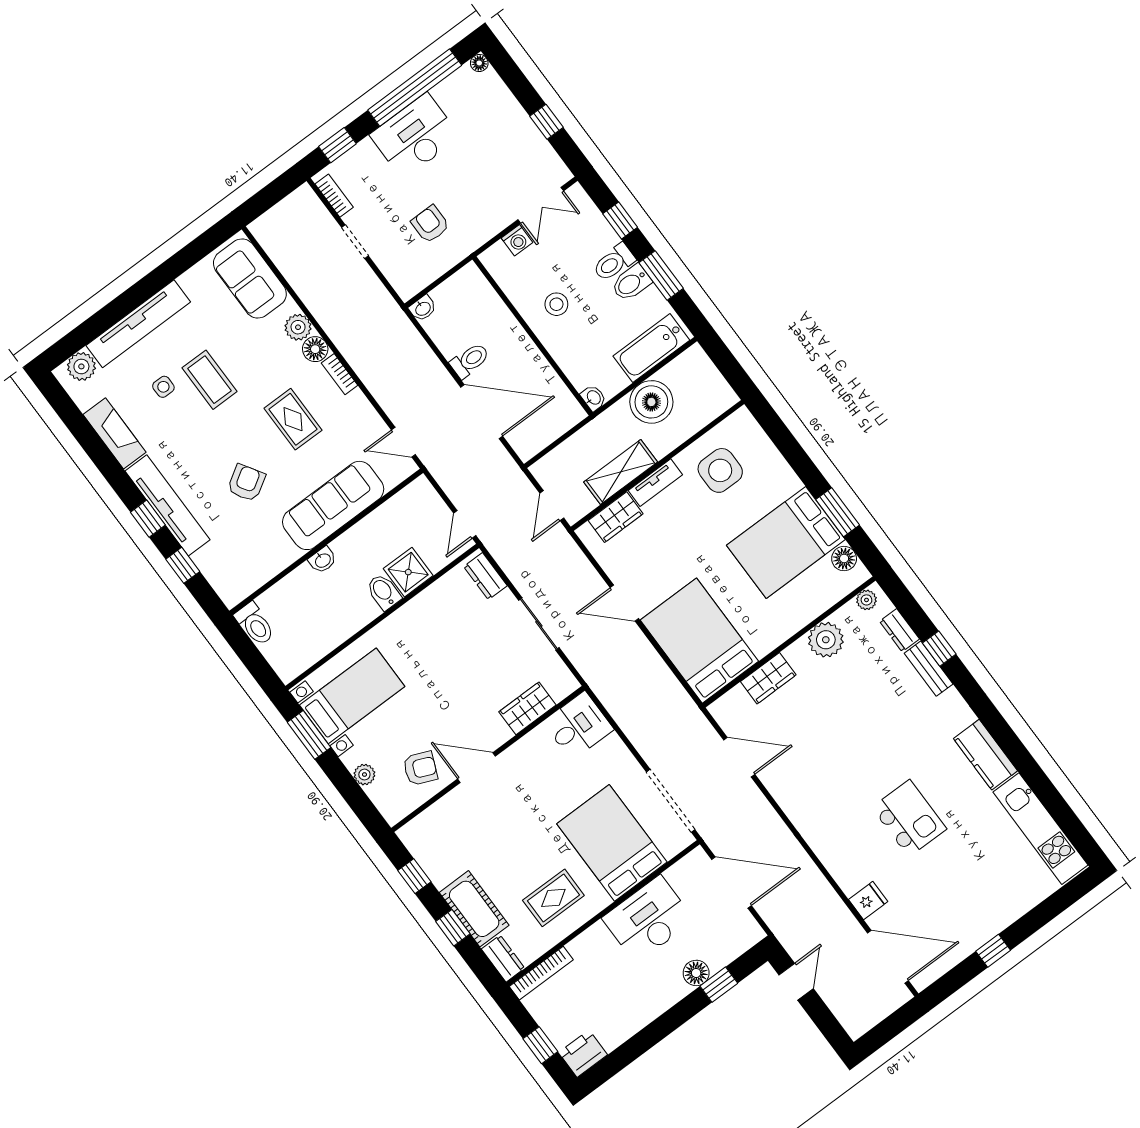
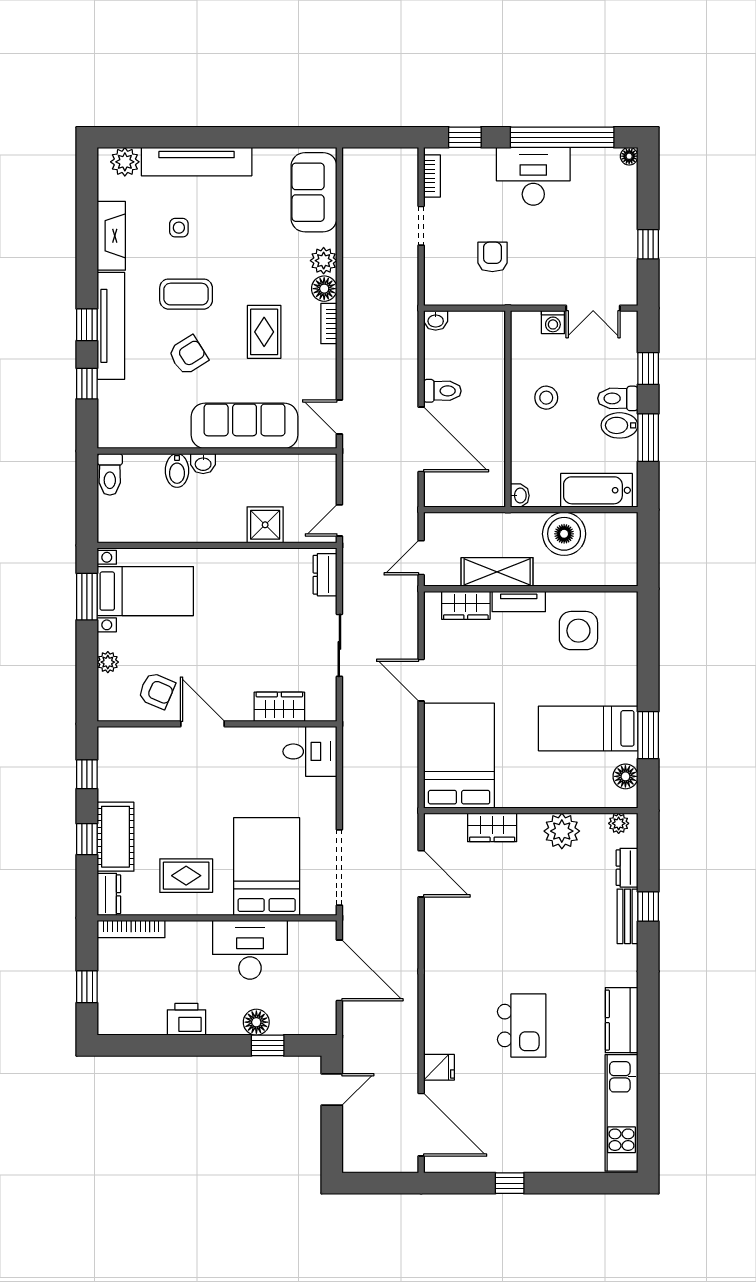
coffee table: (210, 380) -> (186, 294), moved, turned 90
bed: (786, 542) -> (588, 728), width x0.67
bidet: (384, 592) -> (177, 470), moved, turned 180
printer: (583, 1054) -> (186, 1019), moved

